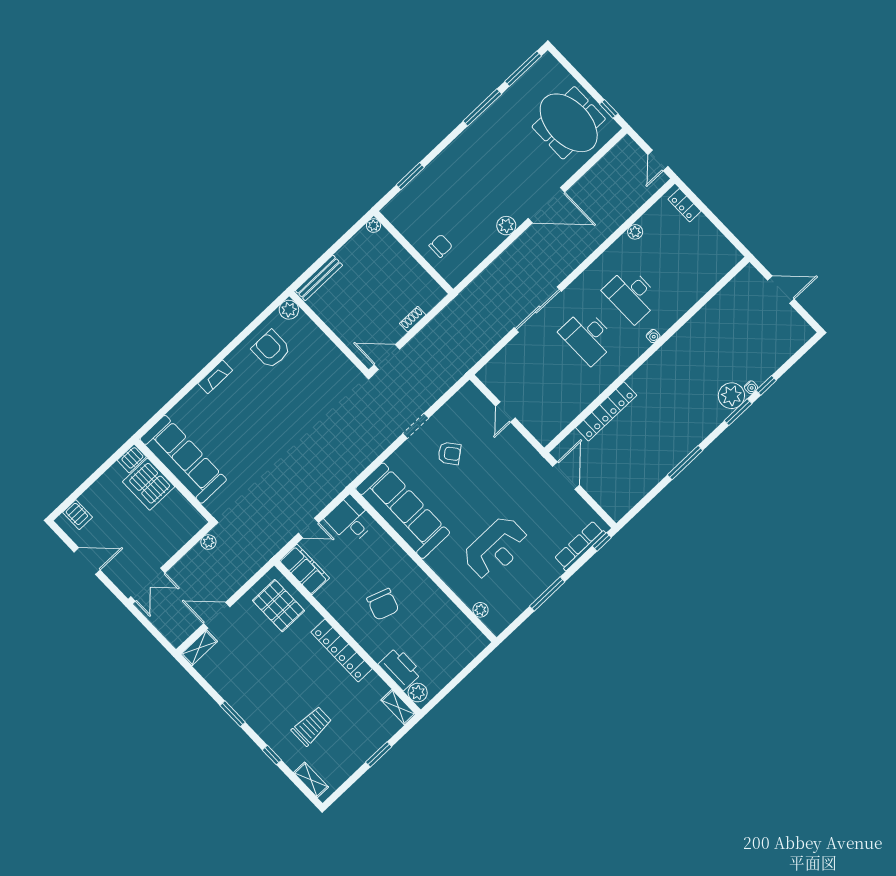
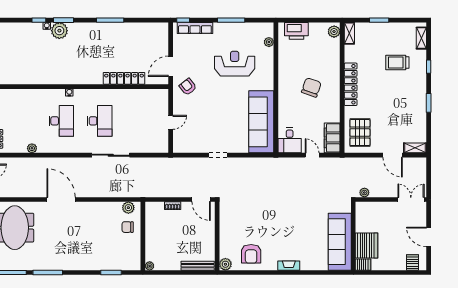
plant: (506, 226) -> (128, 208), moved
armchair: (449, 453) -> (188, 87), moved
printer: (400, 669) -> (296, 31), moved, turned -90

